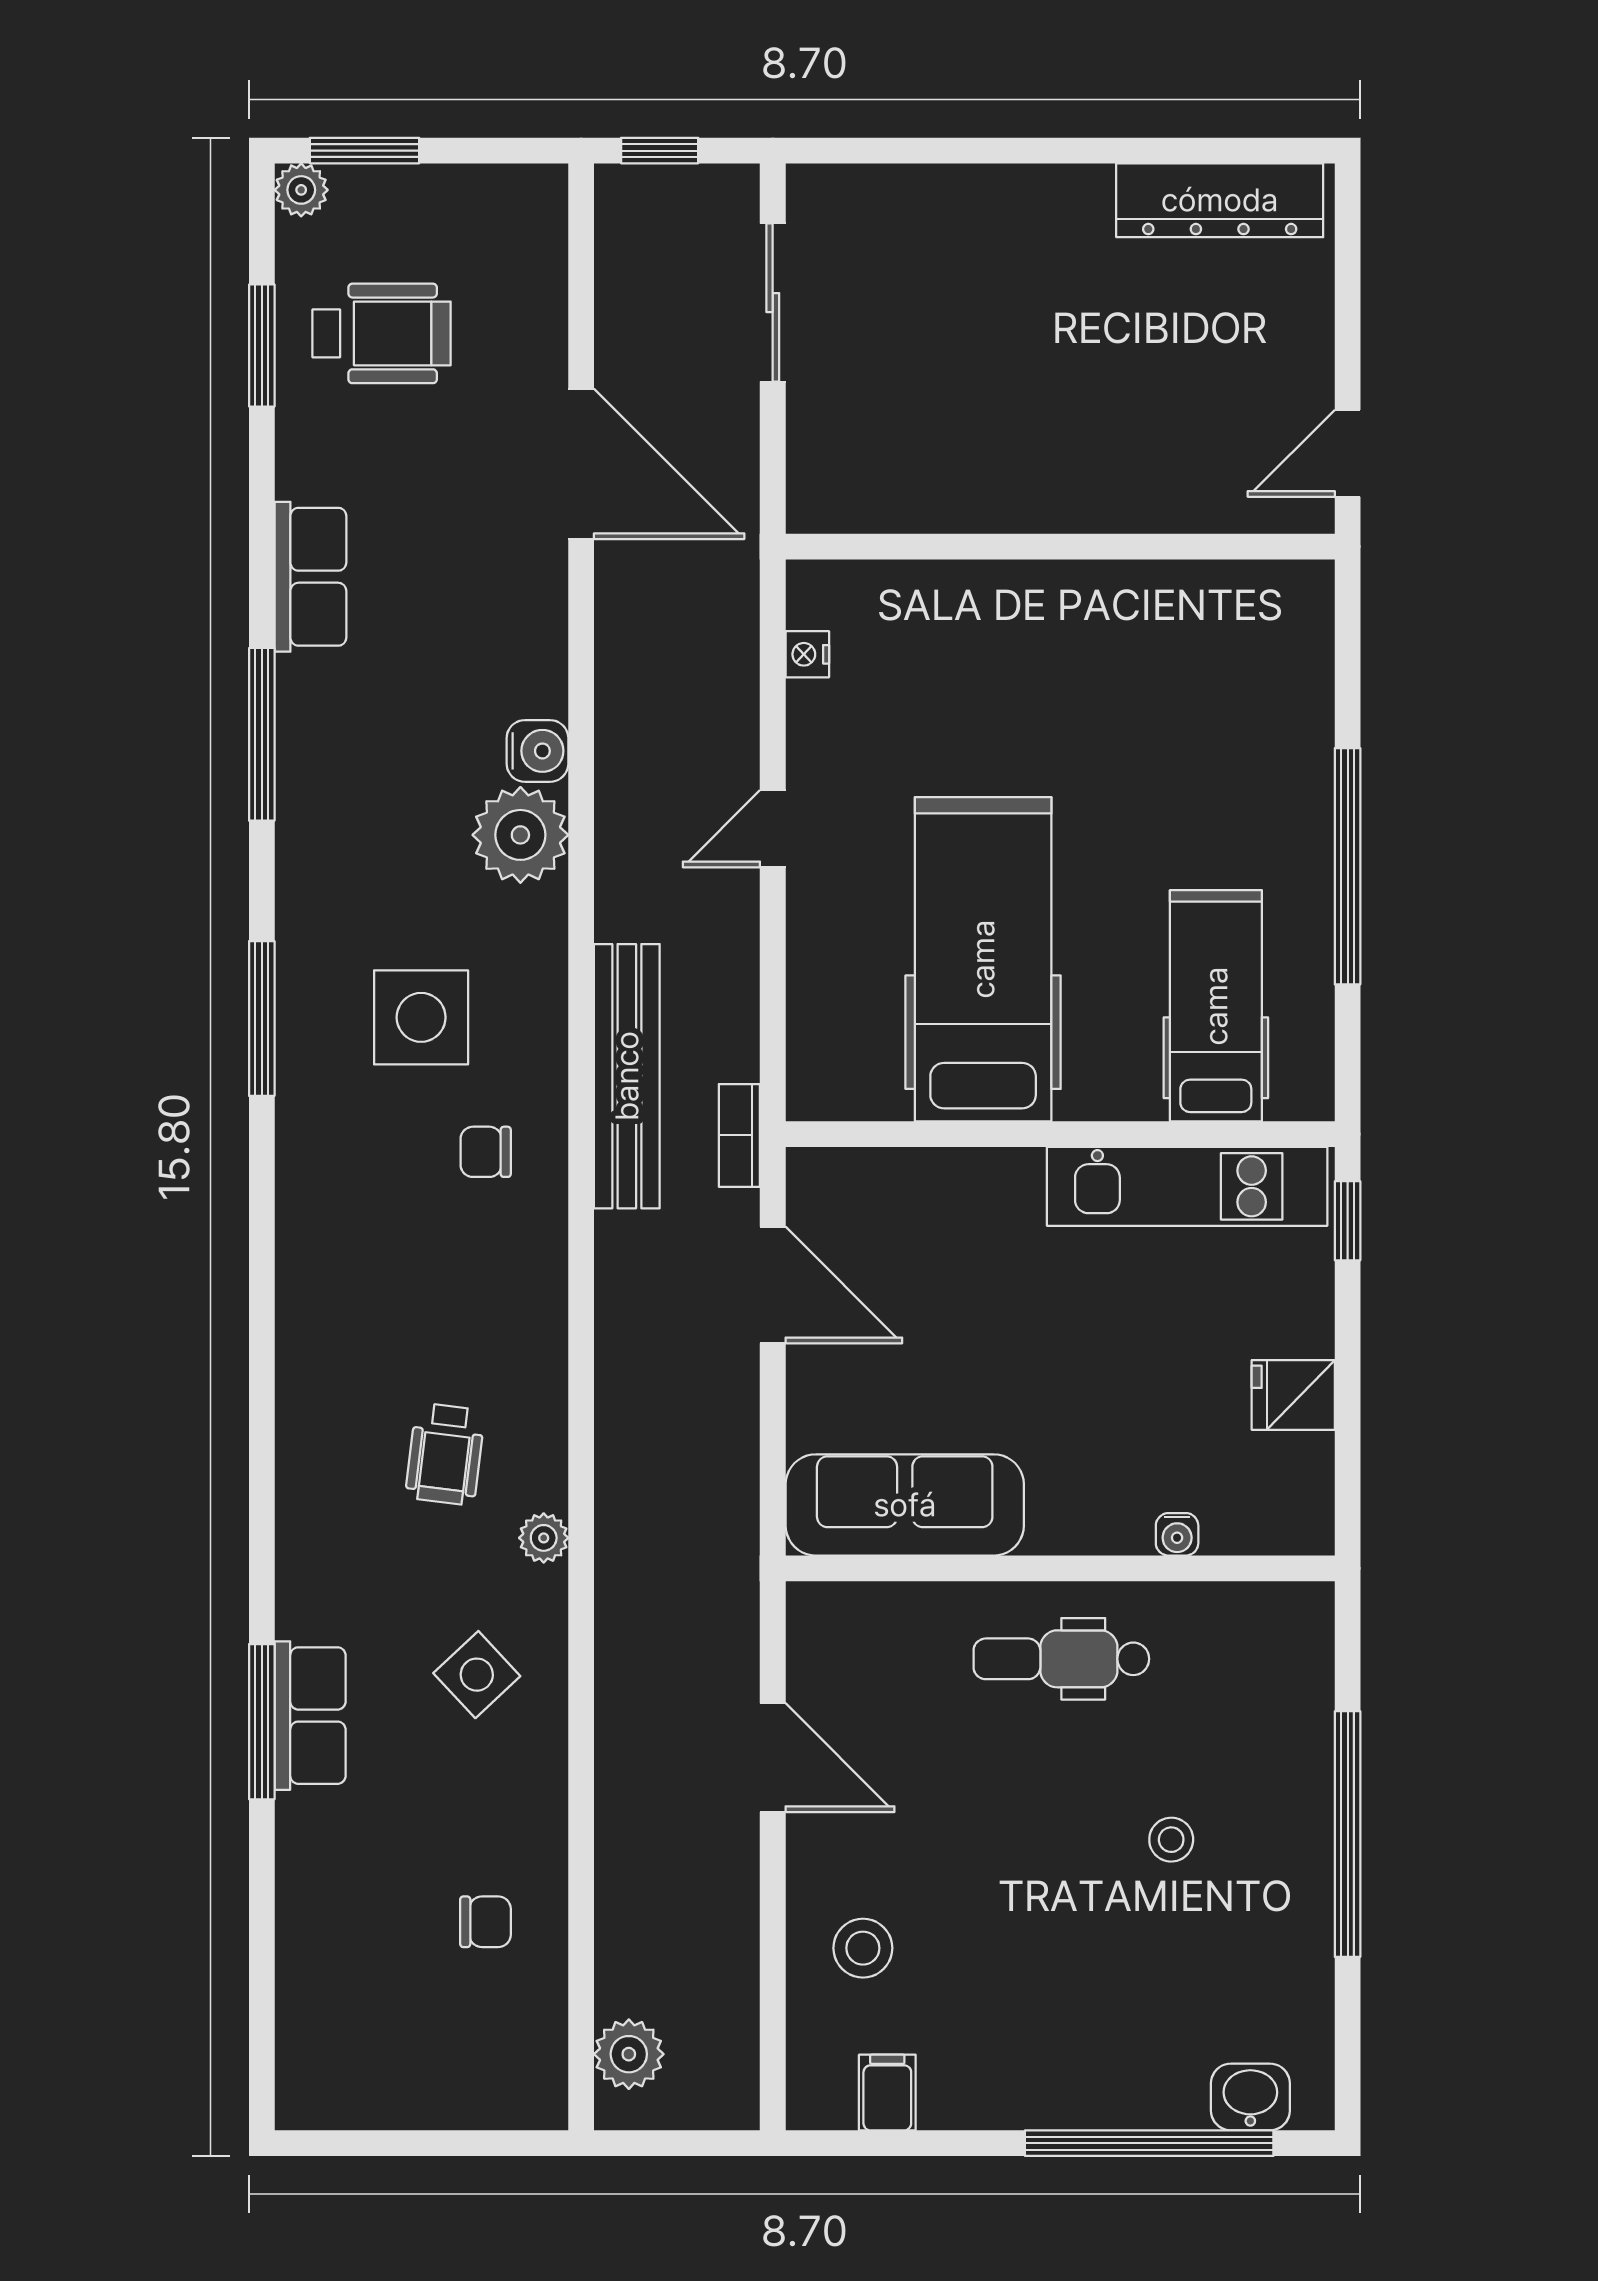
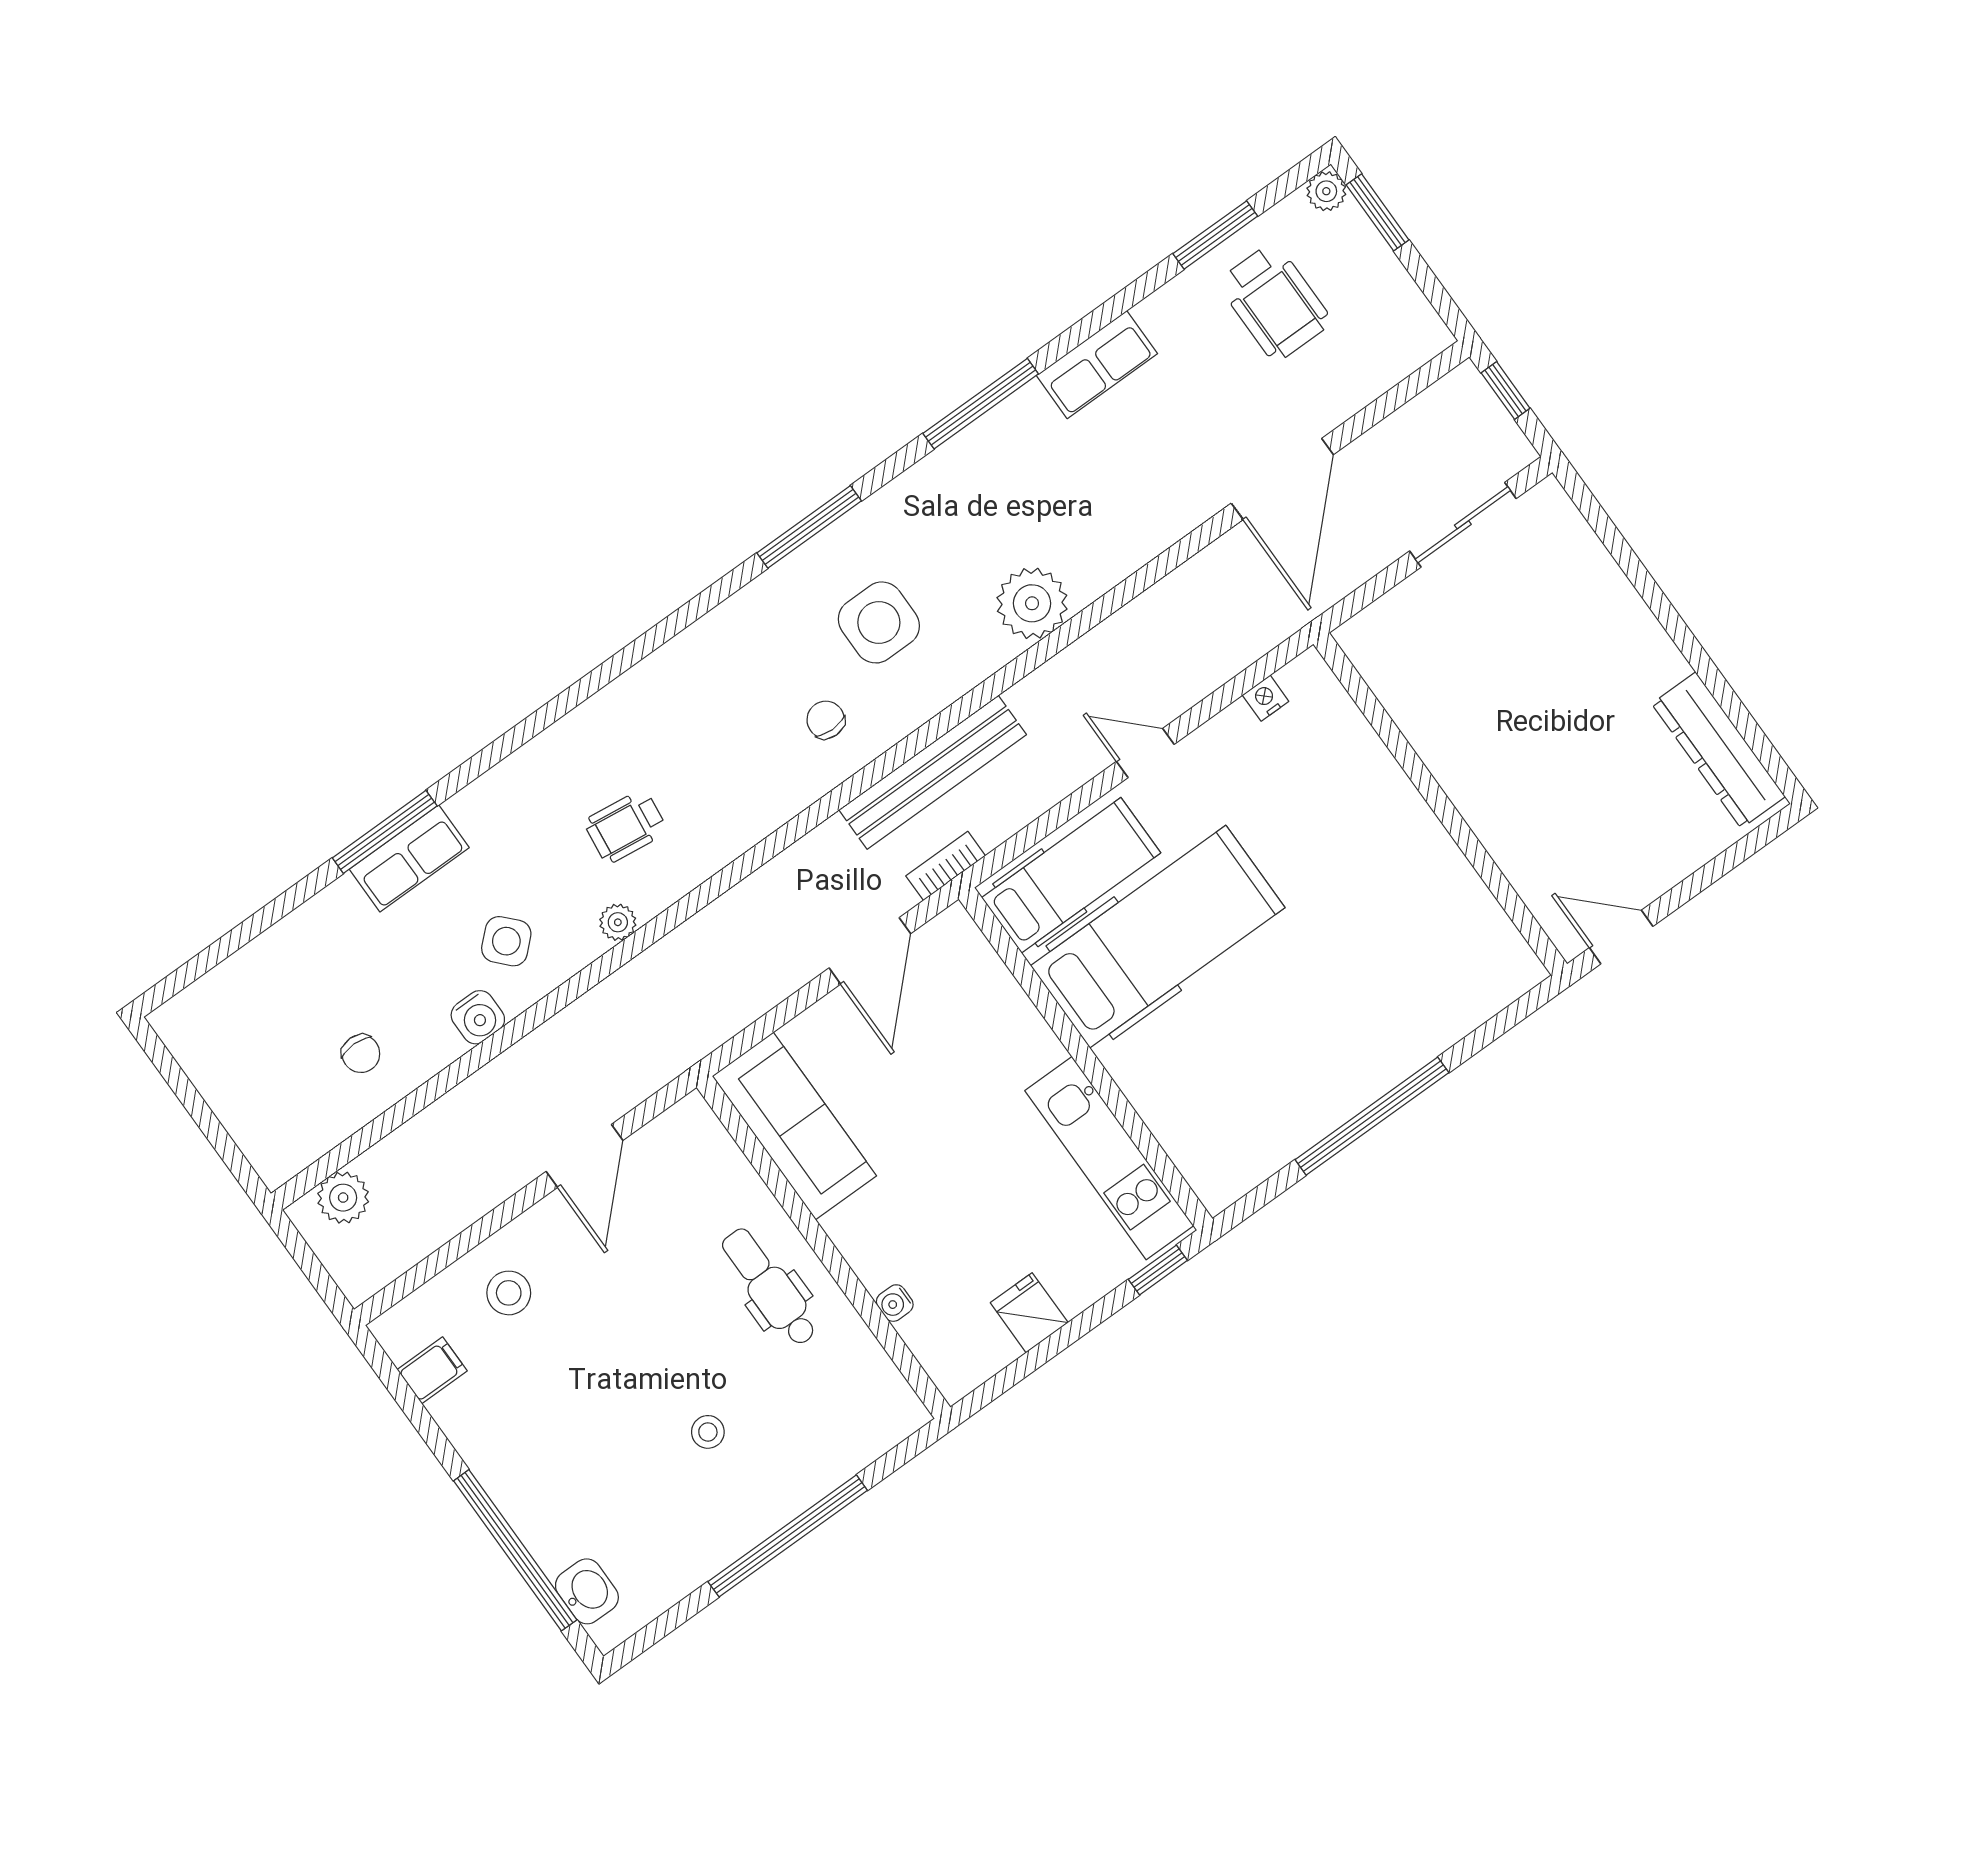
water cooler: (537, 751) -> (478, 1017), moved
hospital bed: (1216, 1006) -> (1071, 875), moved

